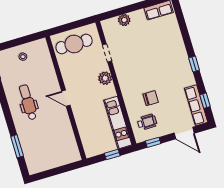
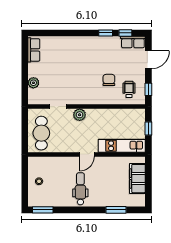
window: (194, 64) -> (106, 33), moved
dental chair: (28, 102) -> (80, 189), turned 90
row of seats: (196, 105) -> (133, 42), width x0.68
kitchen unit: (118, 123) -> (122, 146), moved, turned 180
filing cabinet: (56, 159) -> (137, 179), added

